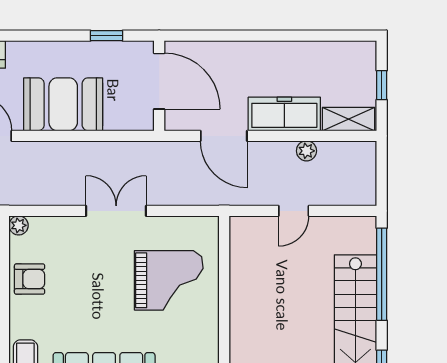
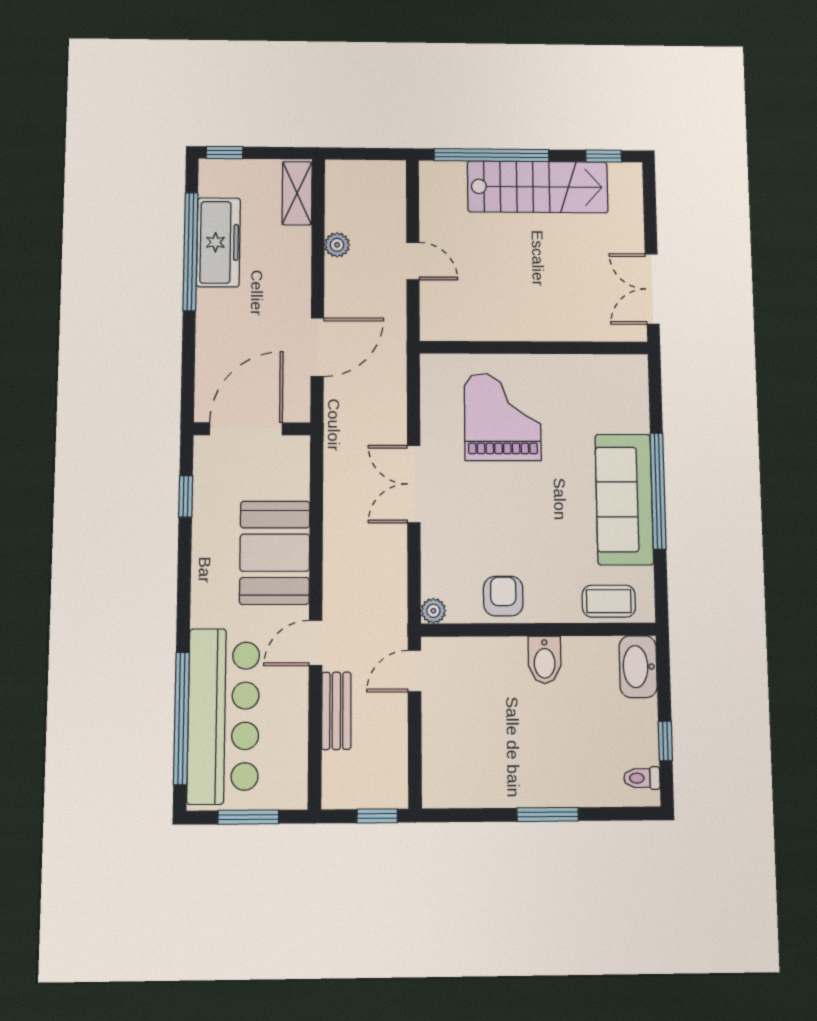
window: (300, 36) -> (190, 251), added
window: (382, 85) -> (225, 153), moved
freezer: (284, 114) -> (218, 242), moved, turned 180

